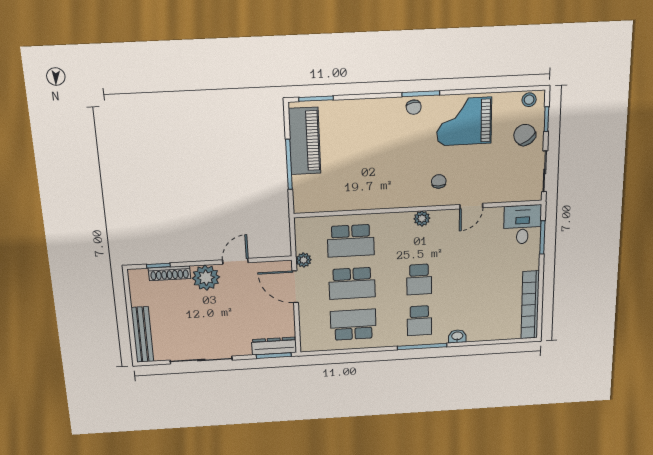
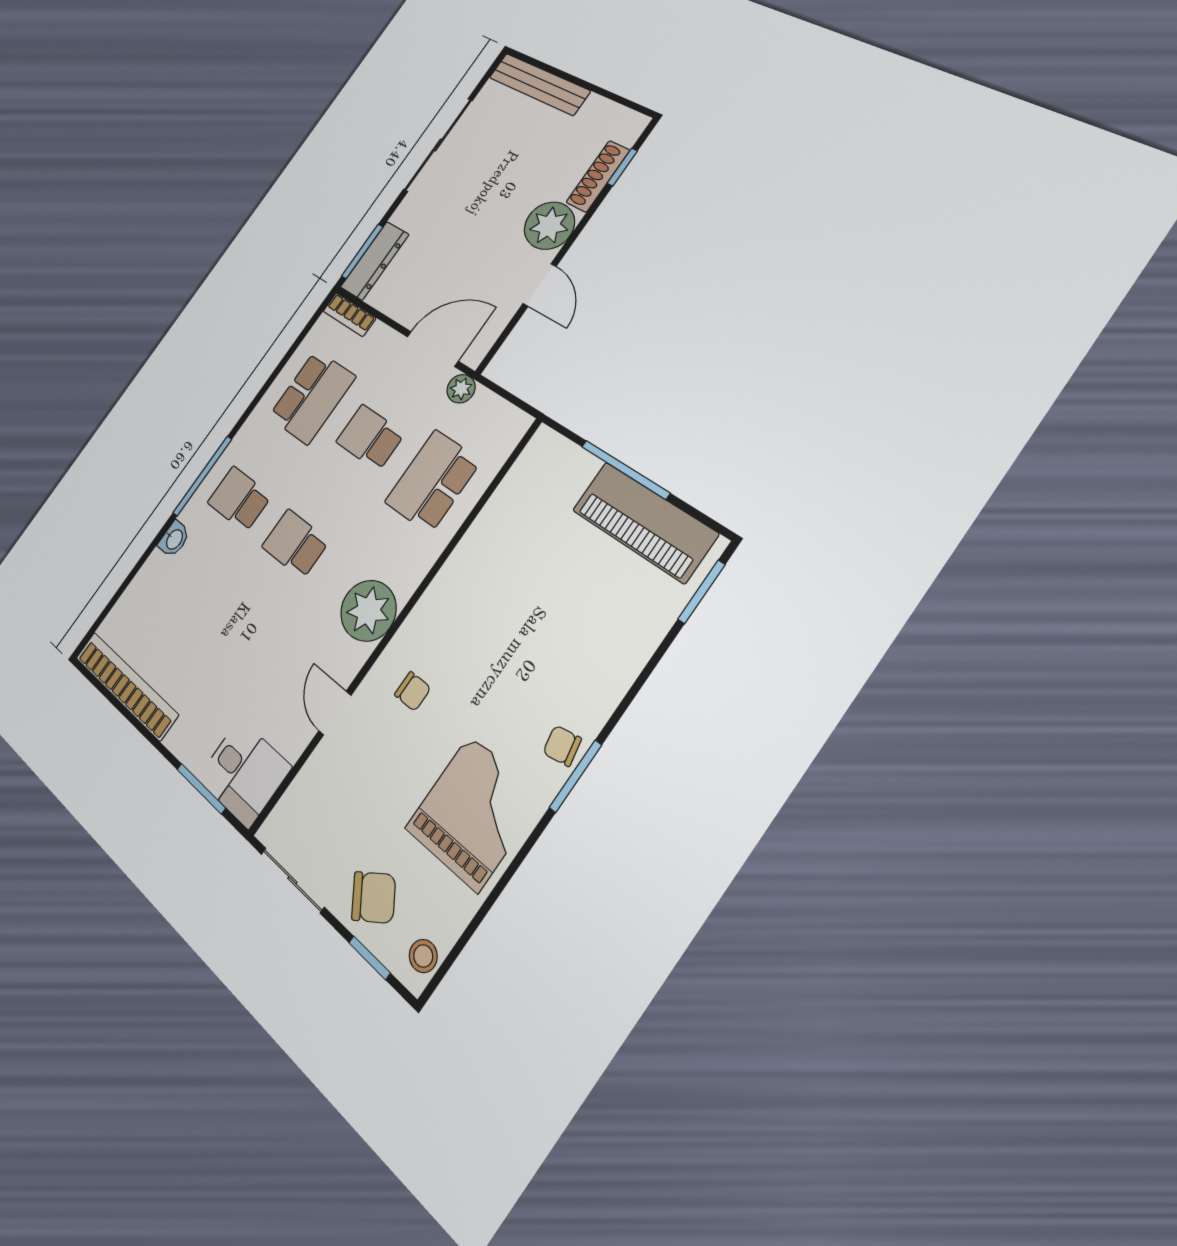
plant: (422, 219) -> (368, 611), width x1.88, depth x1.88
school desk: (352, 283) -> (370, 438), width x0.54
bookcase: (306, 338) -> (349, 315), added

